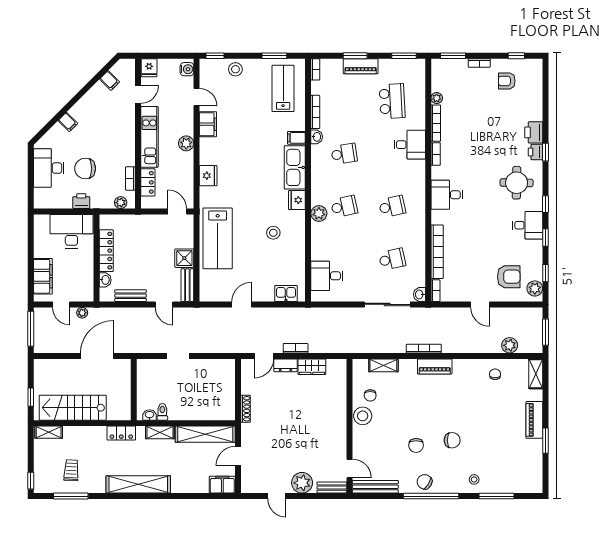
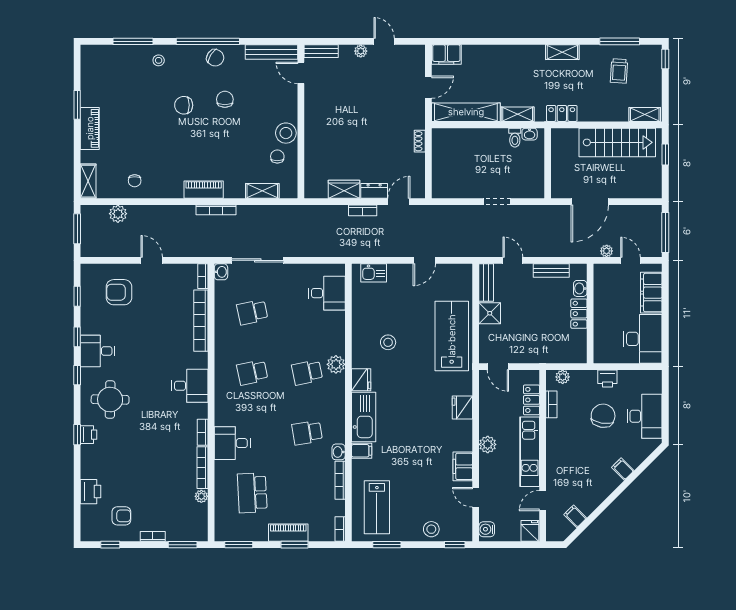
printer: (534, 132) -> (90, 492), moved
chair: (85, 169) -> (603, 416), turned -80
desk: (71, 231) -> (643, 339), moved, turned -90
locker: (106, 251) -> (579, 314), width x0.66
plant: (535, 288) -> (89, 279), removed
shoe rack: (246, 409) -> (420, 141), width x0.70
plant: (302, 483) -> (361, 51), width x0.53, depth x0.53
shelving: (138, 484) -> (562, 52), width x0.45, depth x0.75

